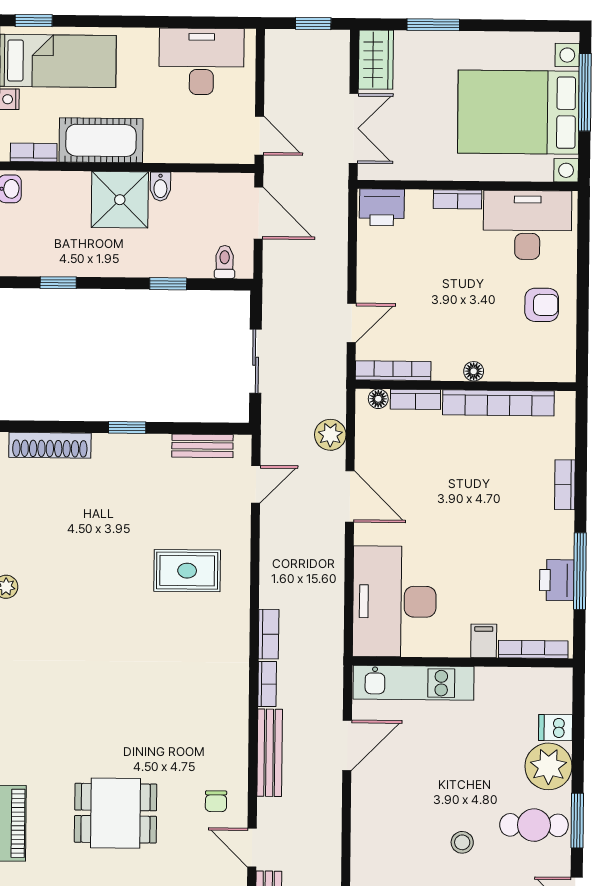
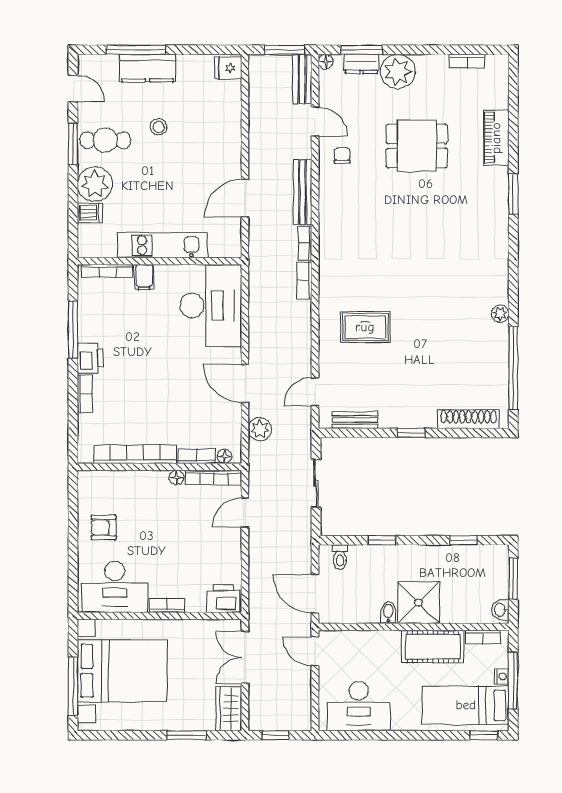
floor lamp: (474, 371) -> (177, 478), moved
printer: (557, 580) -> (90, 358), moved
kitchen unit: (414, 683) -> (163, 245), moved

